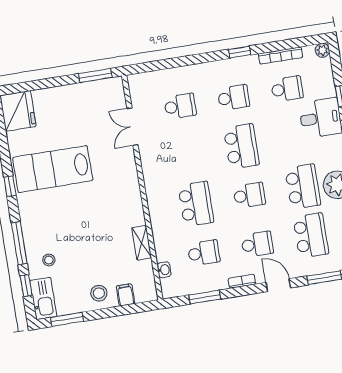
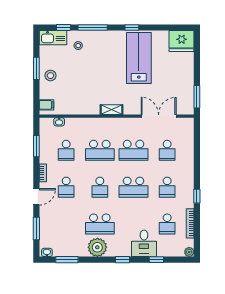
double door: (132, 127) -> (159, 116), width x1.37
school desk: (311, 235) -> (133, 150), moved
shelving: (142, 243) -> (111, 110), moved
filing cabinet: (125, 295) -> (46, 105), moved
window: (67, 319) -> (36, 68), moved

